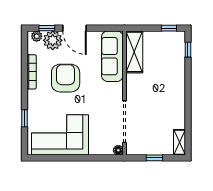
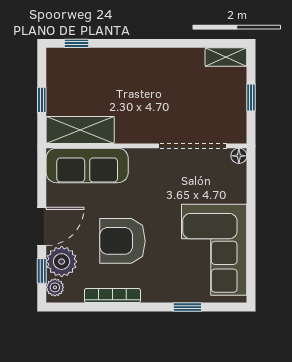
window: (169, 28) -> (42, 100), moved

